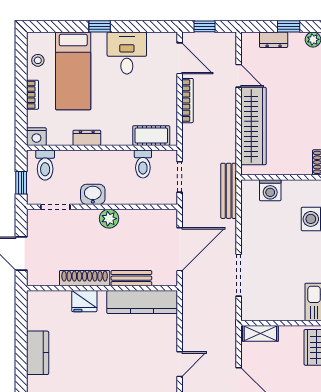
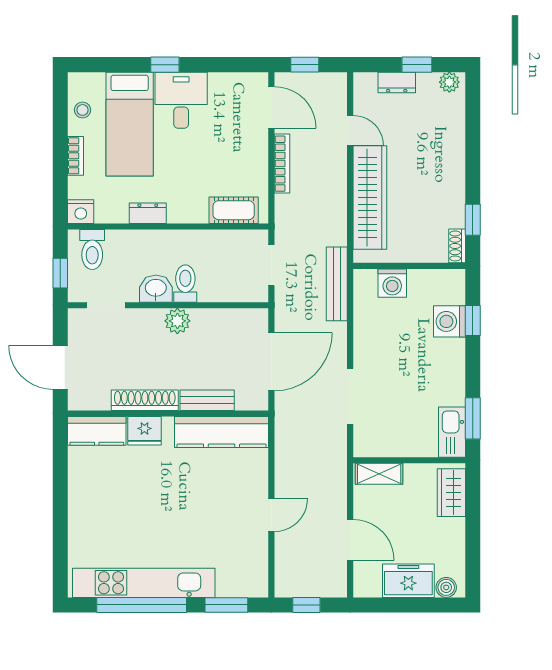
desk: (127, 53) -> (181, 100), moved
toilet: (143, 164) -> (185, 284), moved, turned 180
kitchen counter: (38, 353) -> (97, 431), moved, turned 90

